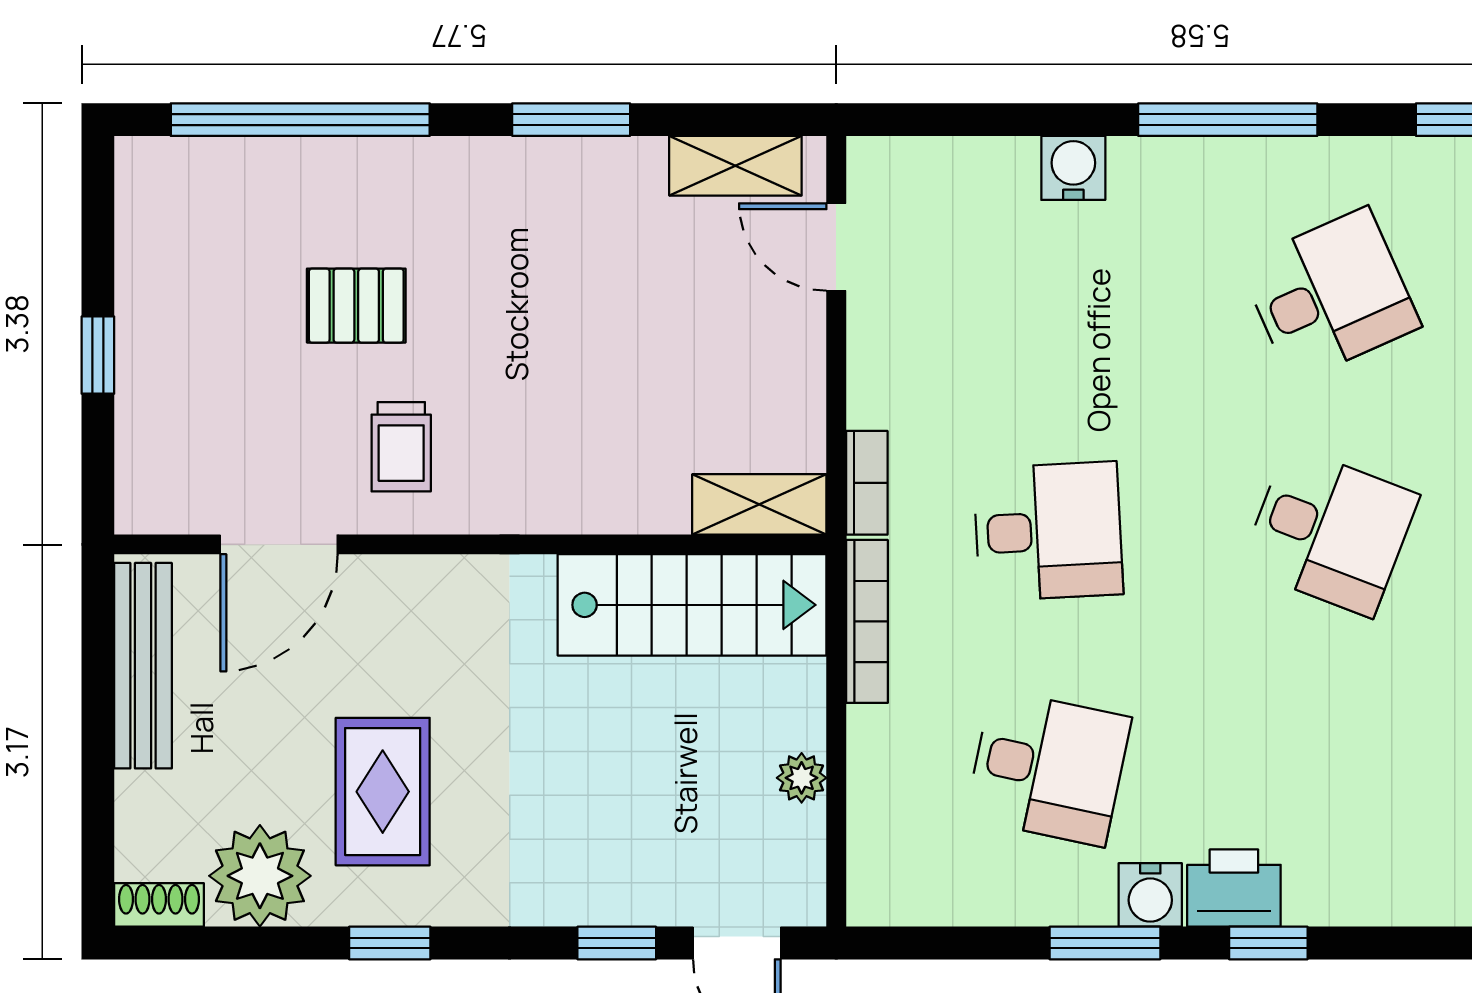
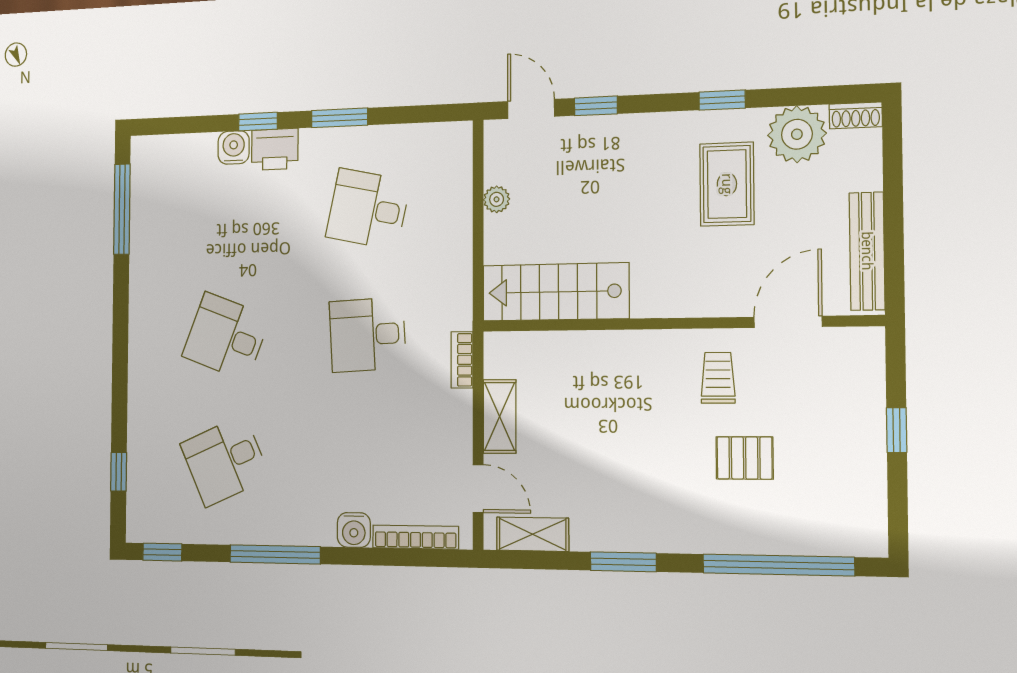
shelving: (759, 504) -> (500, 416), moved, turned 90
bookcase: (867, 621) -> (416, 537), moved, turned 90
water cooler: (1150, 895) -> (234, 147), moved

